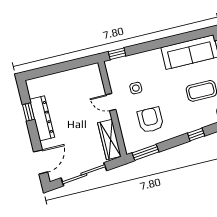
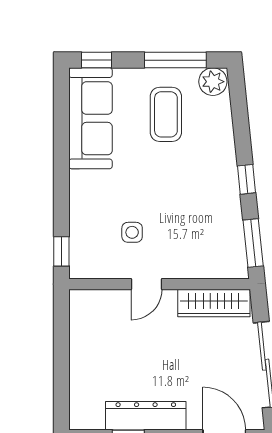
armchair: (150, 120) -> (196, 220), removed
window: (196, 134) -> (247, 179), moved

